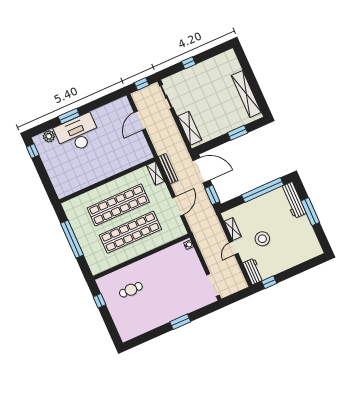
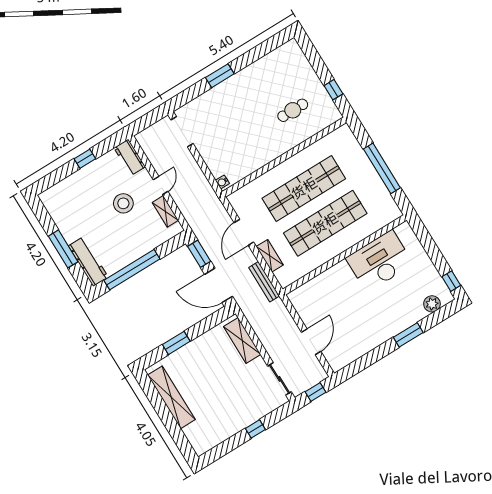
desk: (77, 134) -> (380, 261), moved, turned 180
shelving: (156, 173) -> (270, 256), moved
window: (269, 282) -> (85, 159), moved

